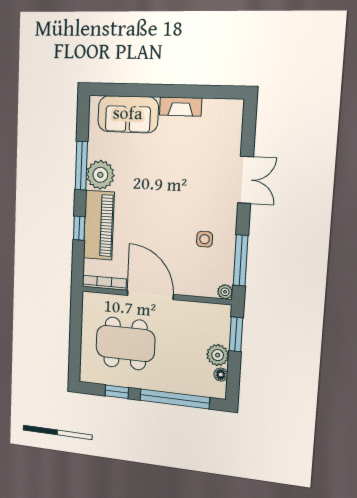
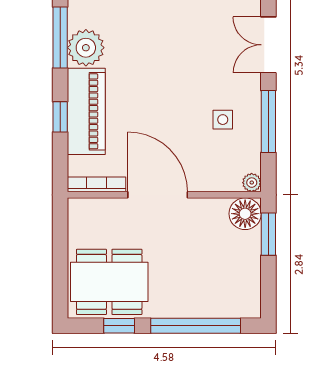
double door: (246, 180) -> (268, 45), swing flipped
window: (241, 260) -> (268, 122), moved
dining table: (125, 343) -> (109, 282), moved
plant: (218, 355) -> (247, 263), removed
floor lamp: (221, 375) -> (245, 214), moved, width x1.89, depth x1.89

